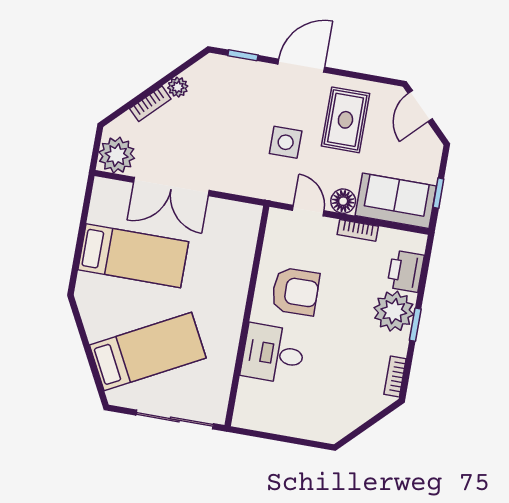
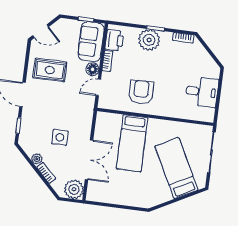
side table: (286, 142) -> (60, 137), moved
bed: (133, 256) -> (132, 143), moved, turned 180
printer: (406, 271) -> (114, 40), moved, turned -90
desk: (273, 354) -> (202, 92), moved, turned -90

